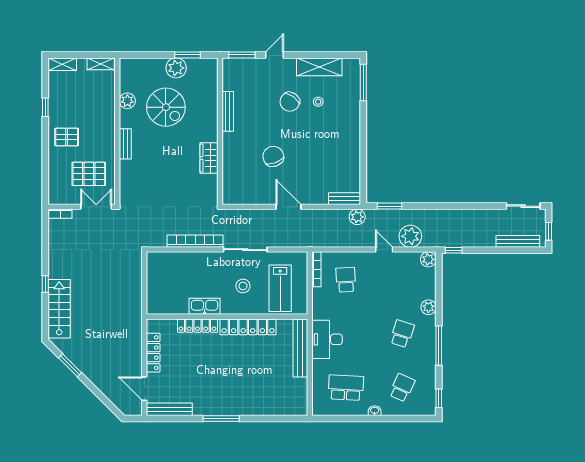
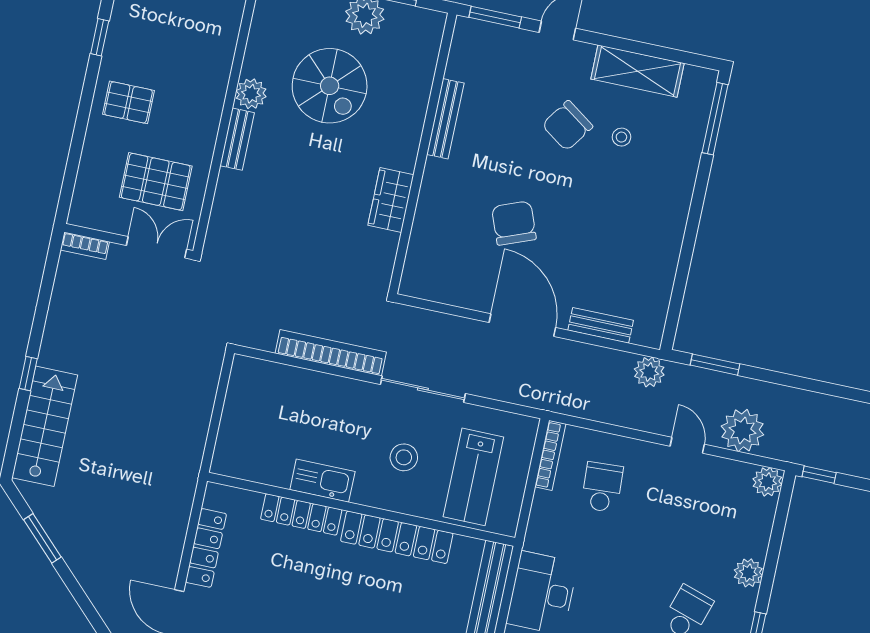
plant: (127, 101) -> (251, 94), moved
bench: (344, 199) -> (601, 325), moved
door: (288, 207) -> (522, 325), width x1.36

